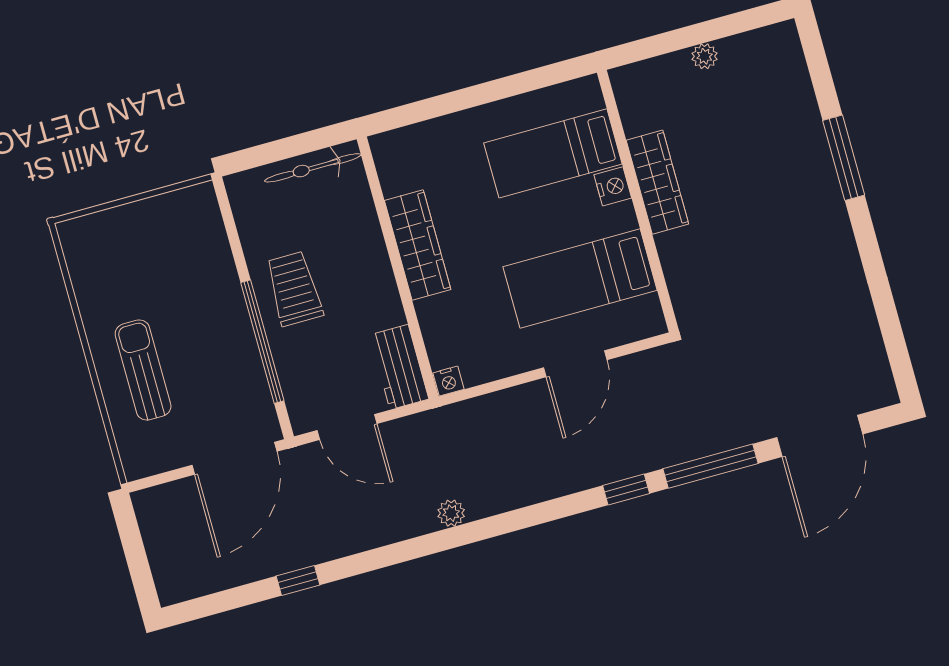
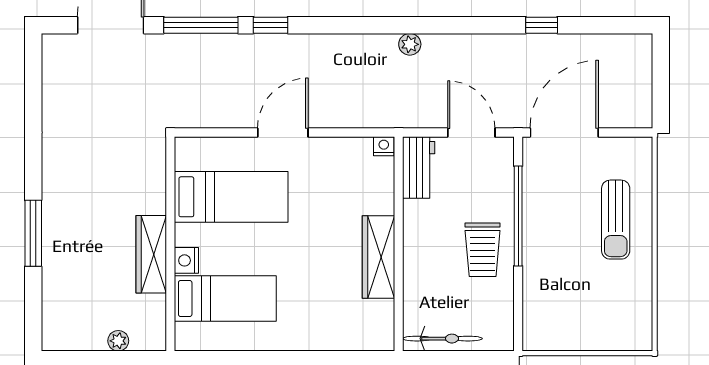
bed: (553, 153) -> (225, 298), moved
wardrobe: (657, 182) -> (151, 254), moved
nightstand: (613, 186) -> (186, 260), moved
wall: (638, 201) -> (170, 244), moved
bed: (580, 279) -> (231, 197), moved

